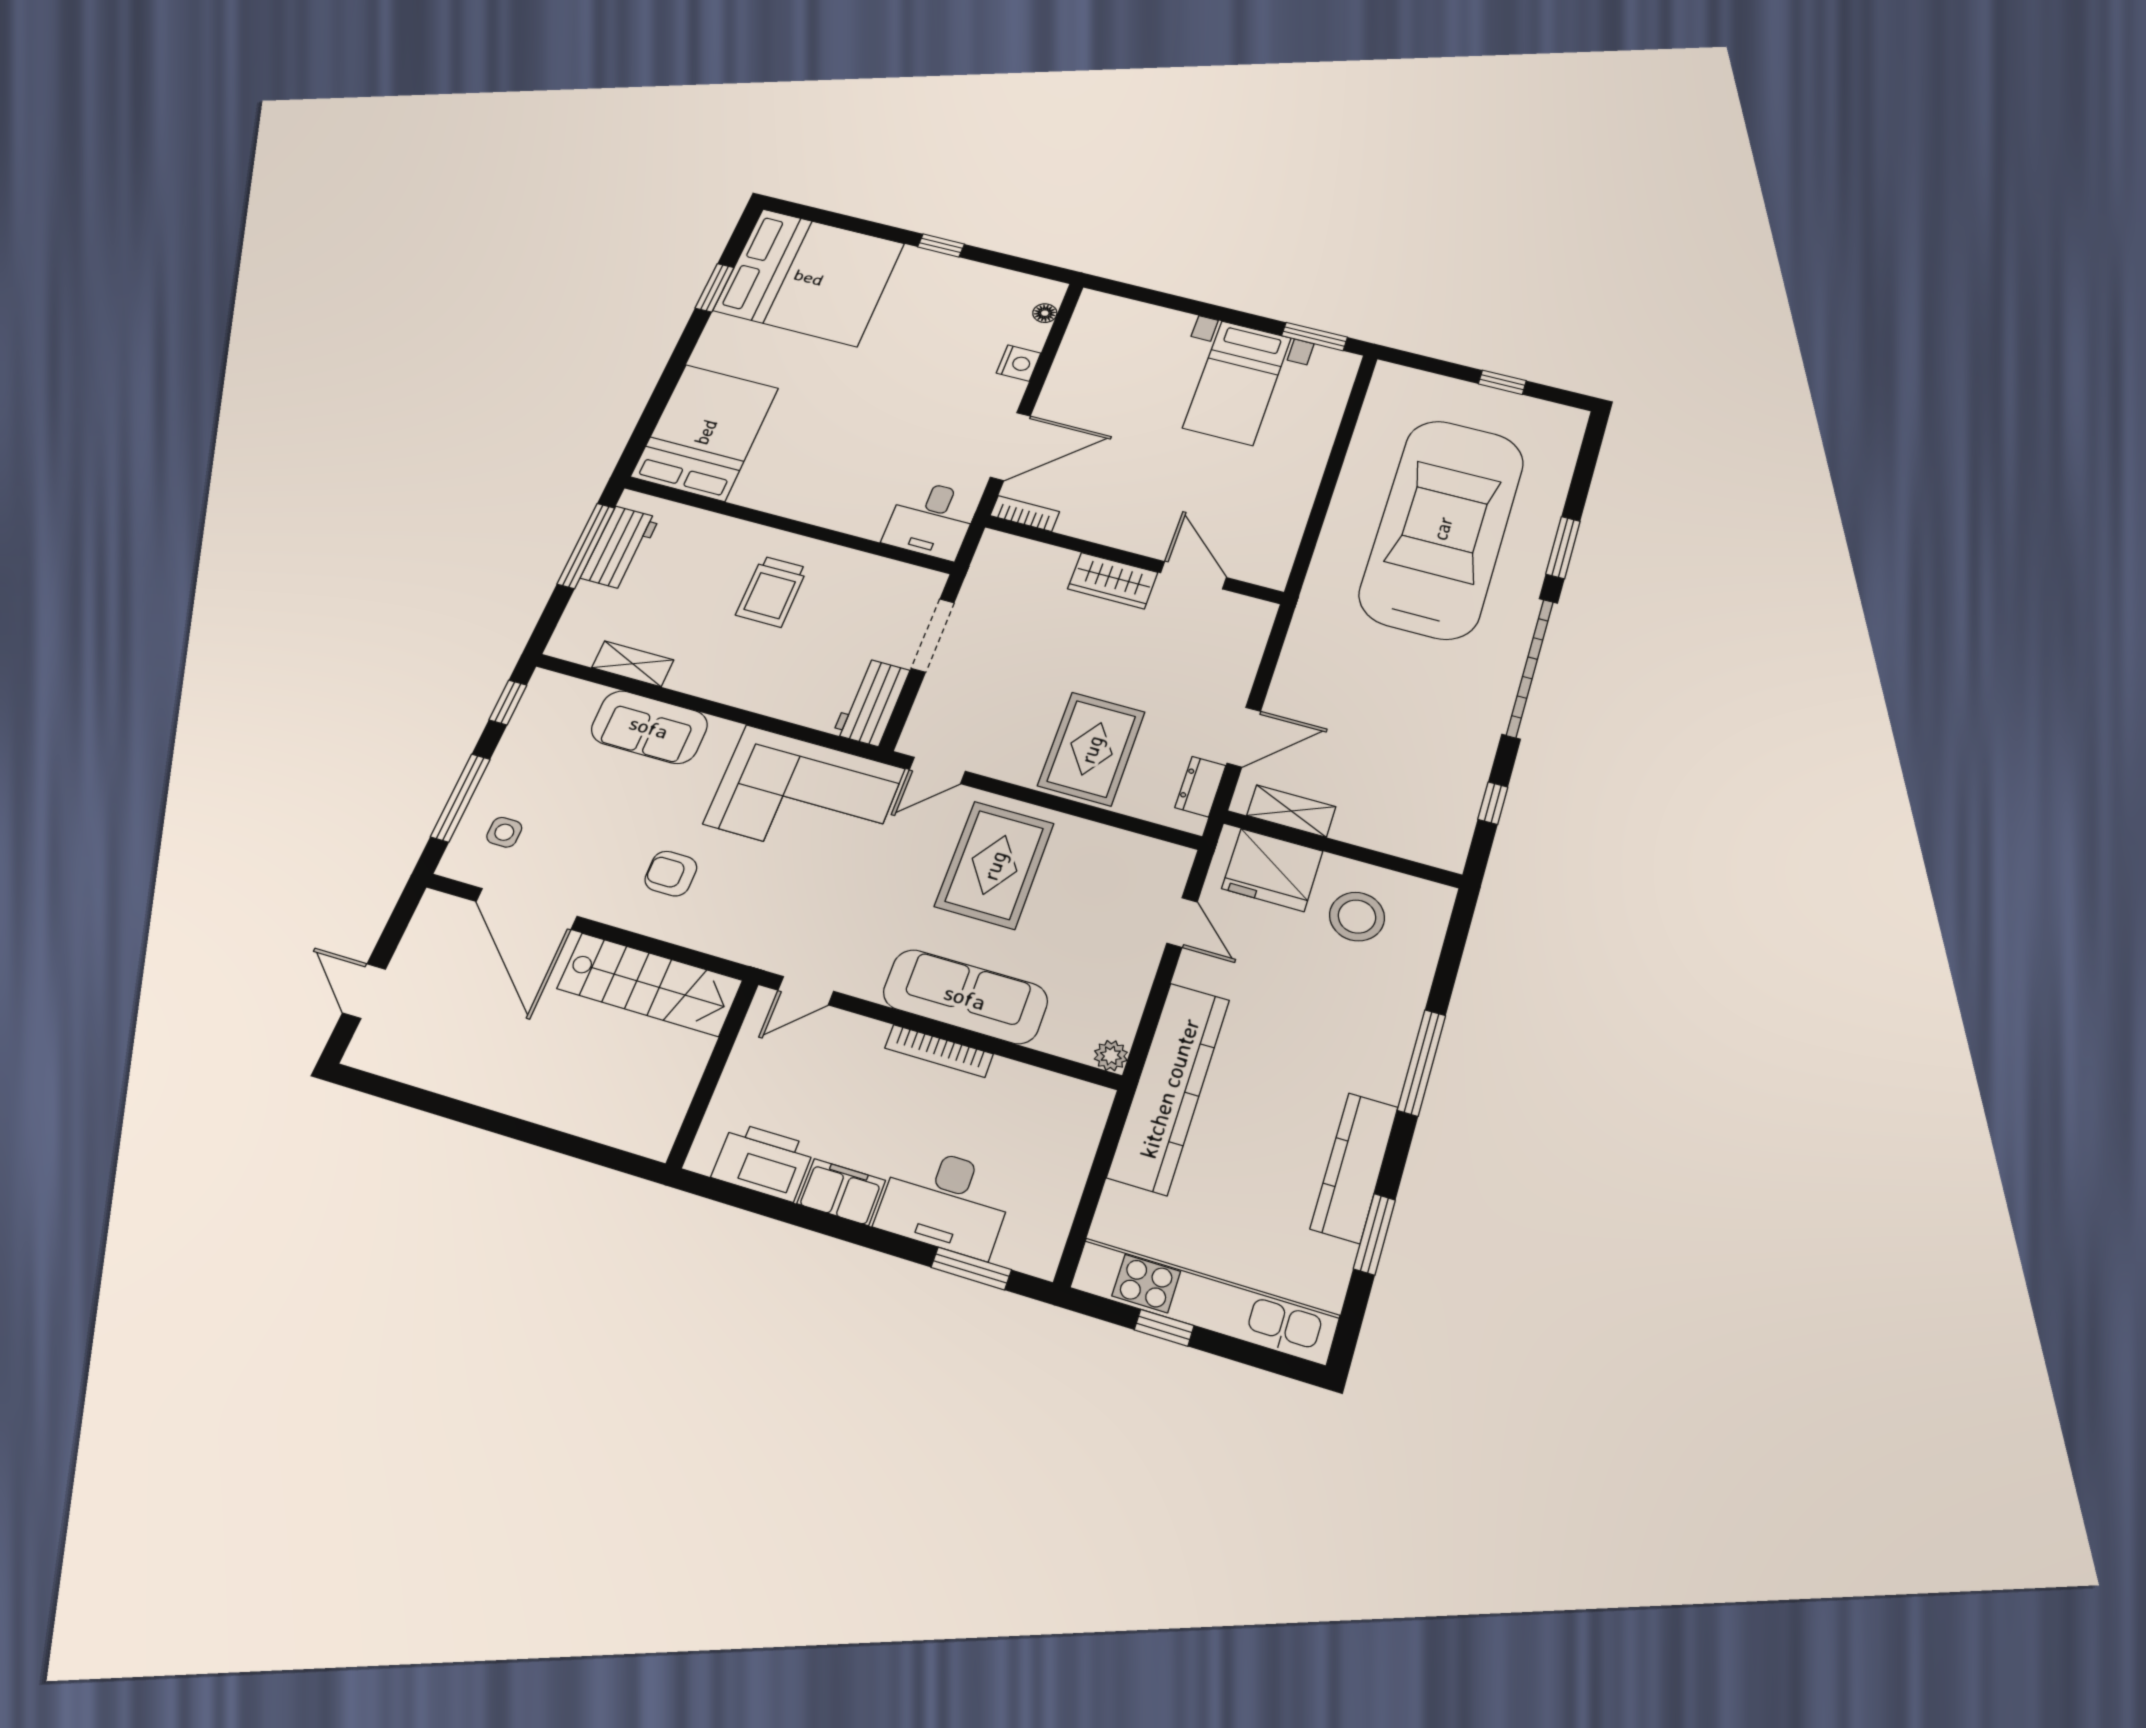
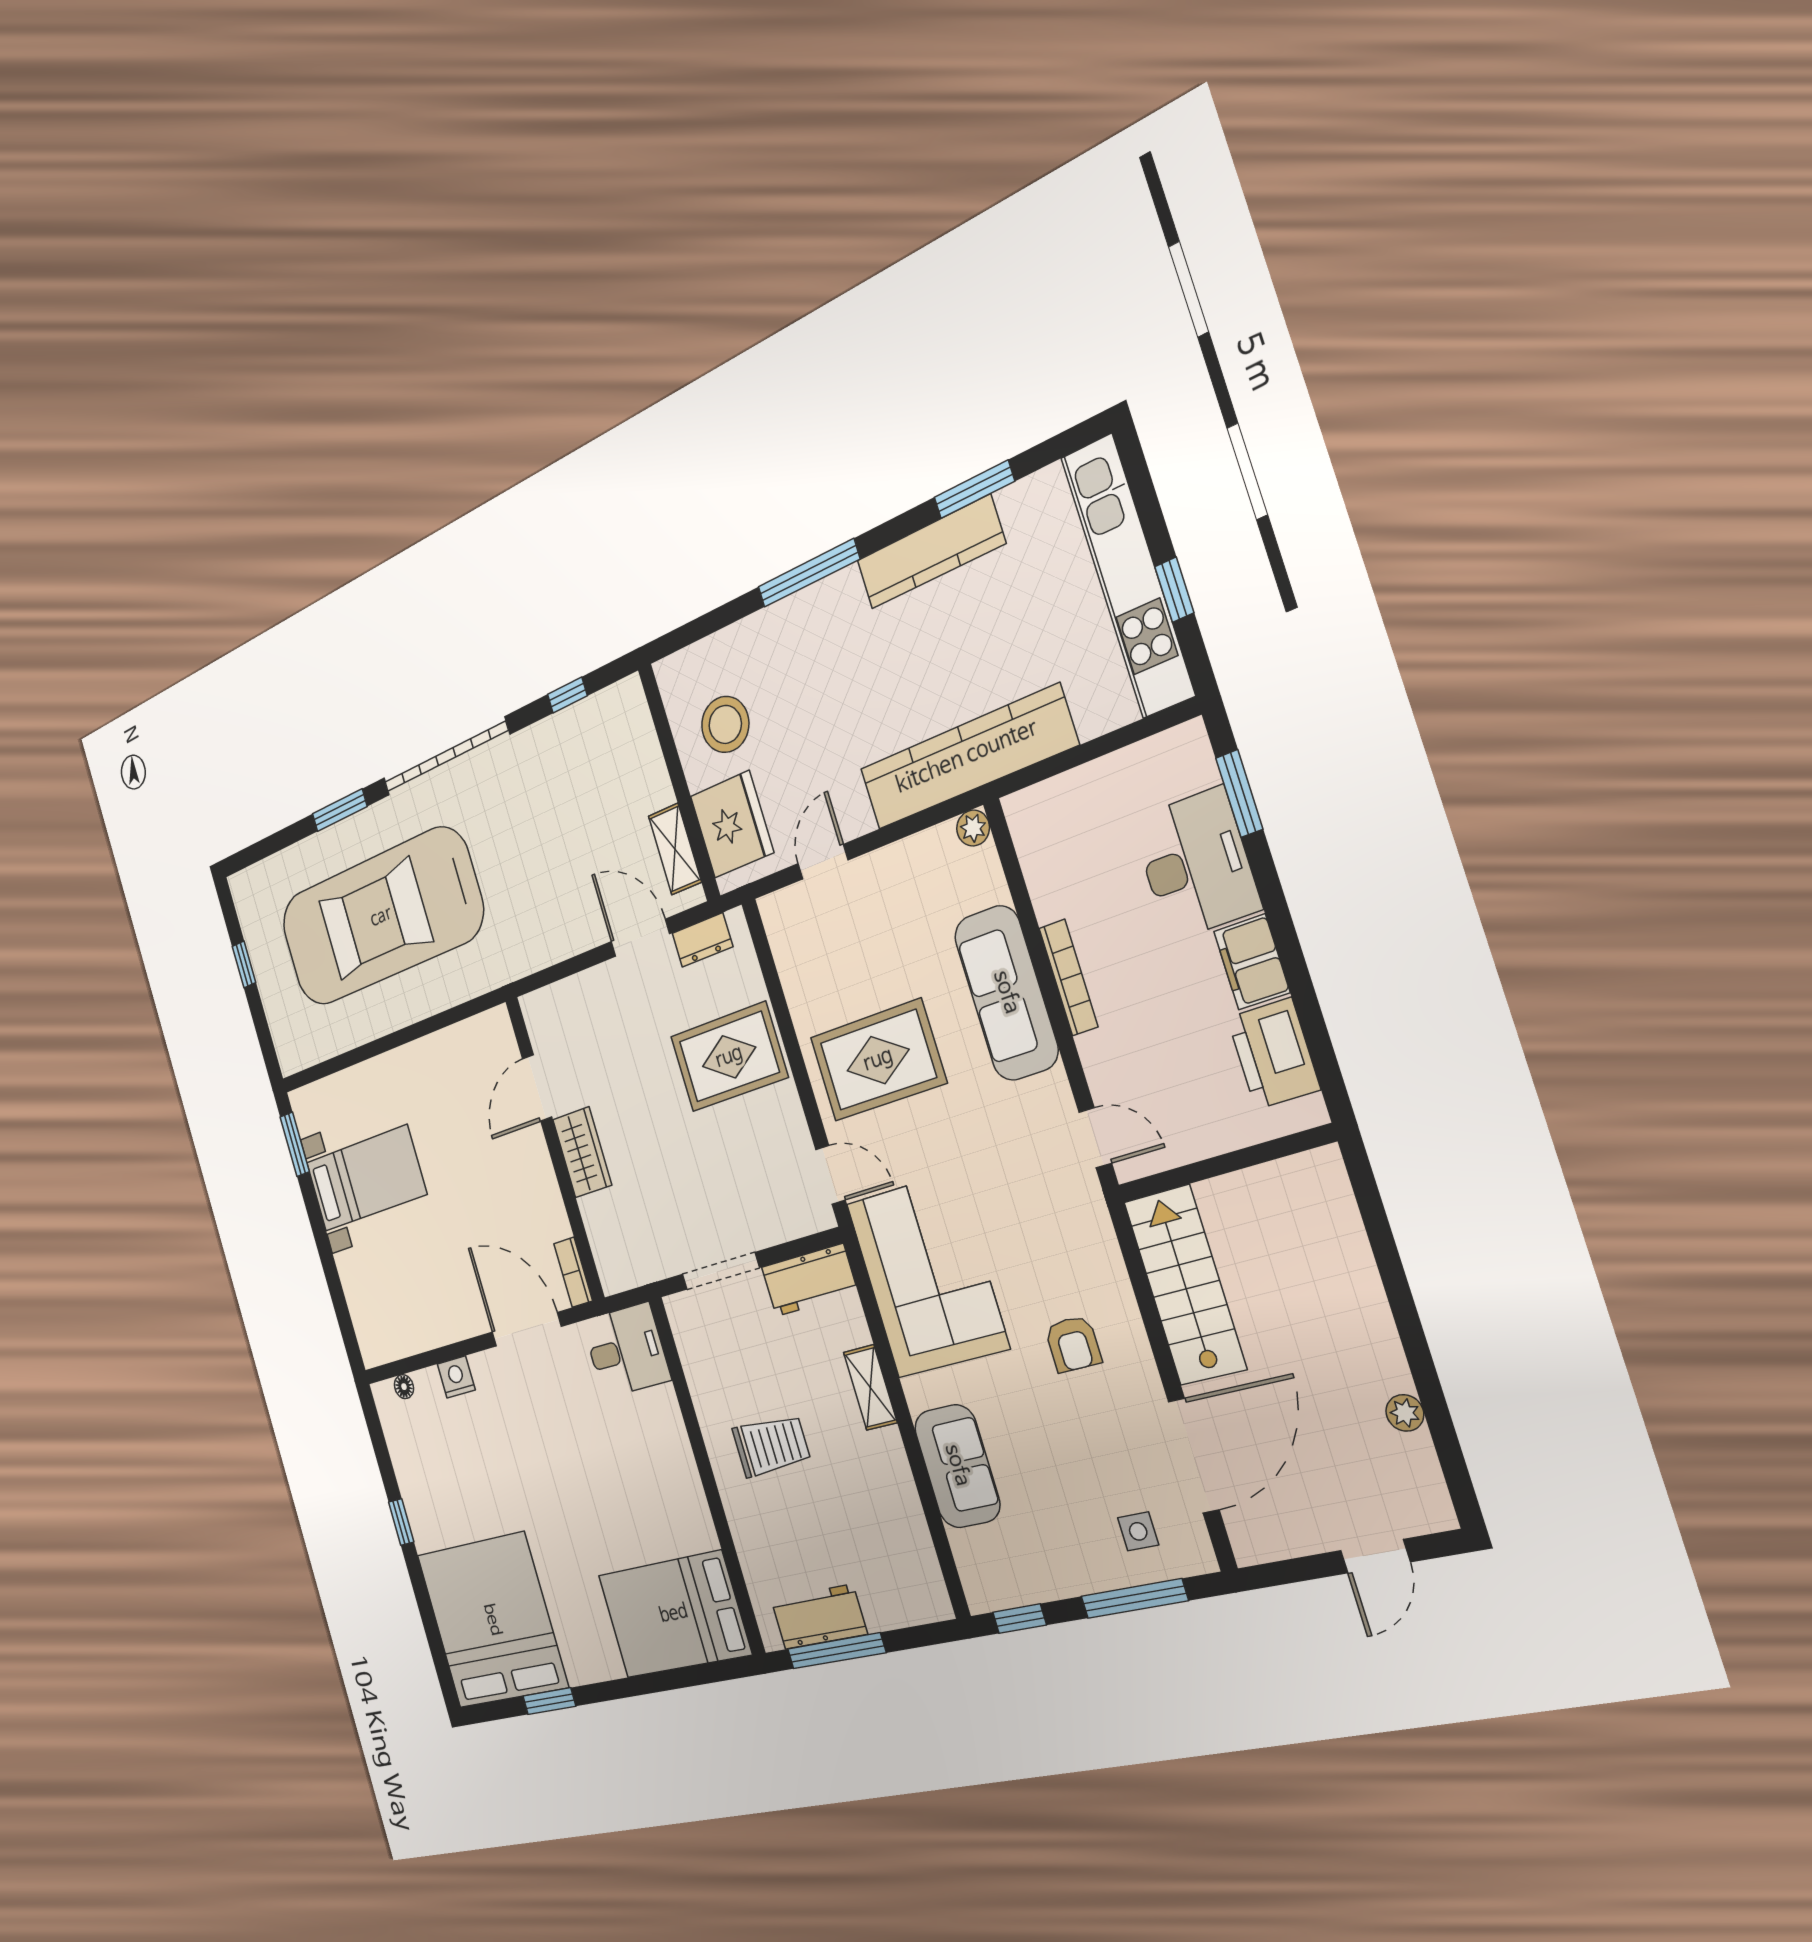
shelving: (633, 664) -> (870, 1387), moved
plant: (444, 1079) -> (1405, 1413), added

